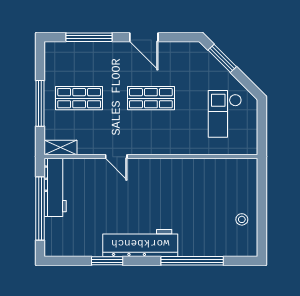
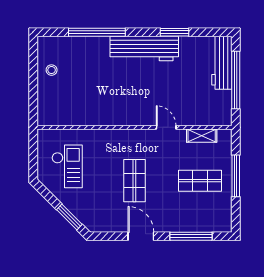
shop shelf: (151, 98) -> (134, 181), turned 90
shelving: (61, 148) -> (202, 136), moved
workbench: (55, 187) -> (222, 63), moved

